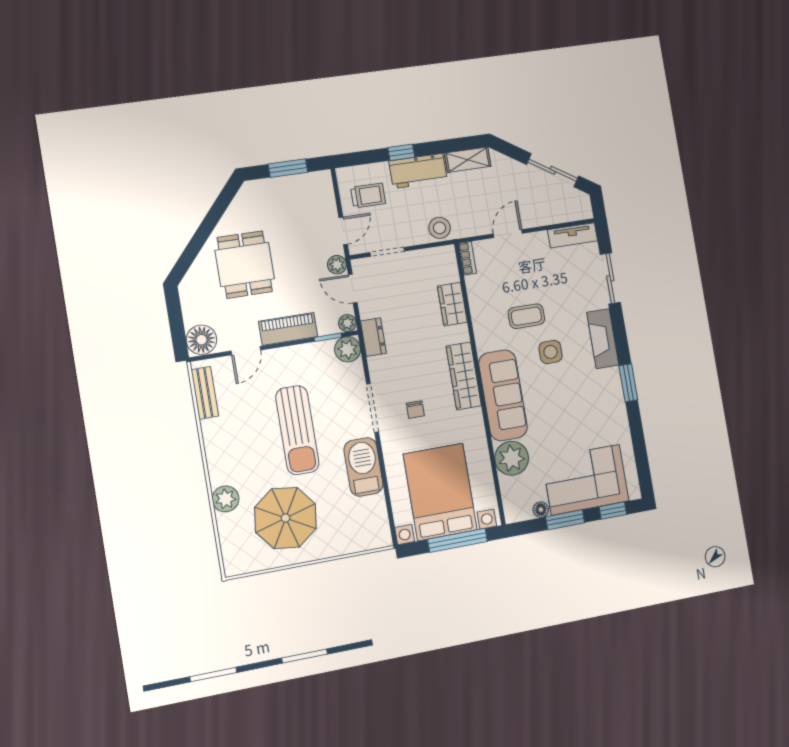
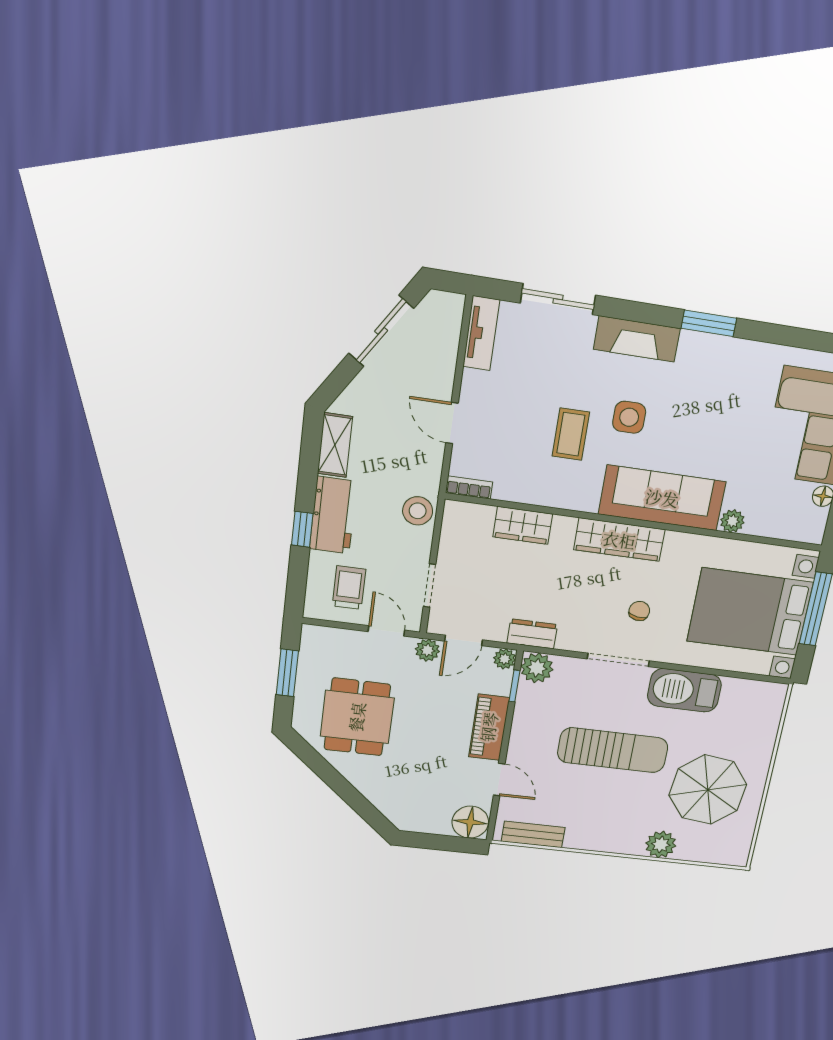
dining table: (245, 265) -> (357, 717), moved, turned 90
chair: (415, 410) -> (639, 611), turned -81
plant: (512, 458) -> (732, 521), width x0.53, depth x0.53

